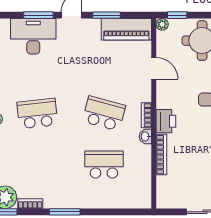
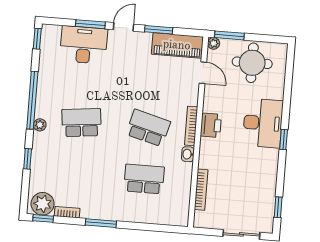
window: (177, 15) -> (229, 35), width x1.50
door: (154, 68) -> (203, 73), moved
bookcase: (146, 115) -> (191, 126), width x1.56
printer: (166, 121) -> (211, 125), moved
bookcase: (161, 155) -> (201, 190), moved

